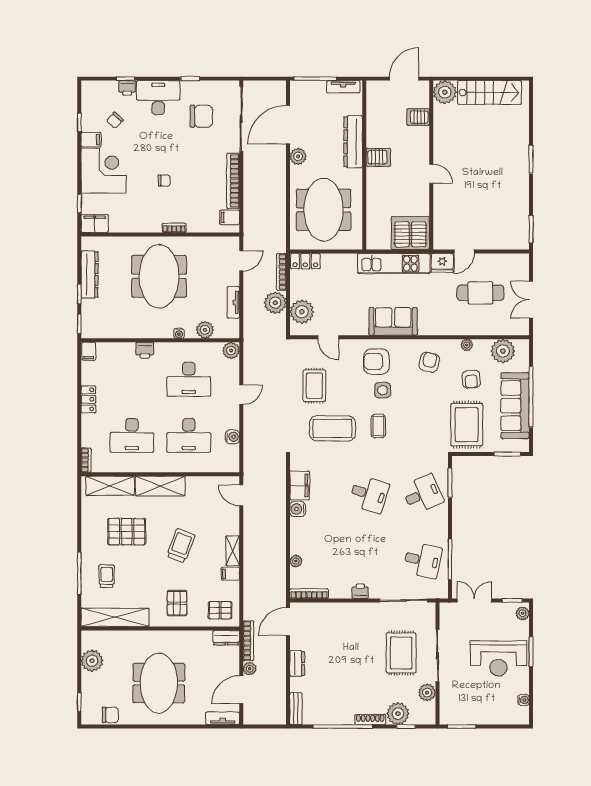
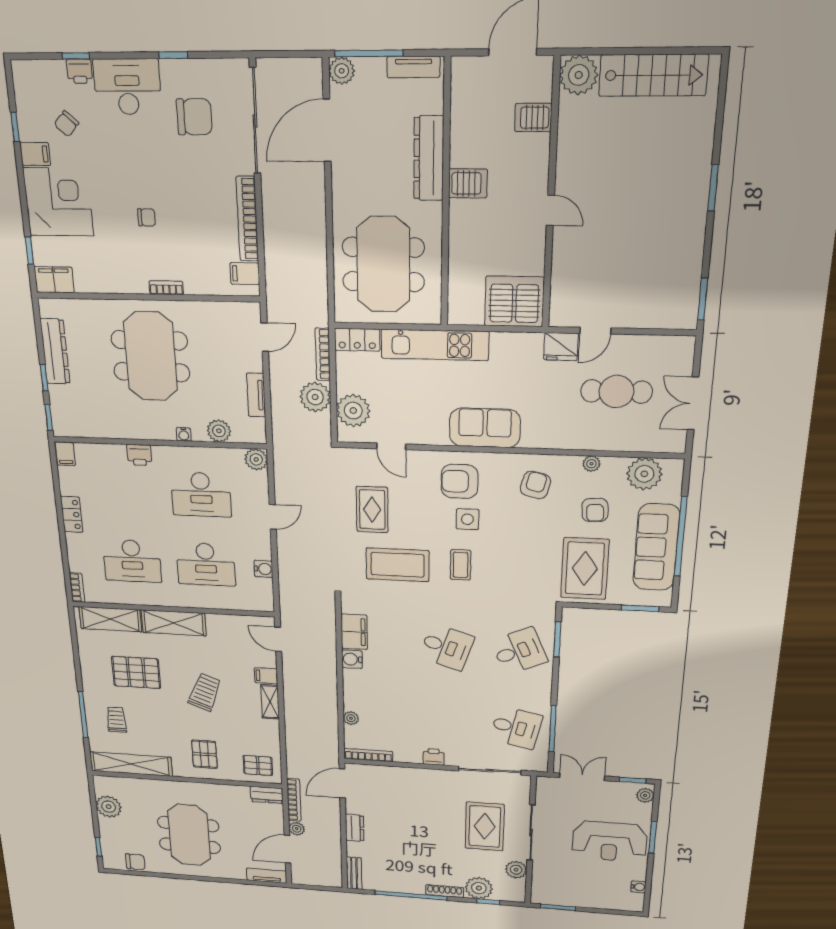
plant: (298, 156) -> (342, 71), moved
kitchen unit: (394, 264) -> (435, 345), moved
filing cabinet: (230, 574) -> (266, 676), moved

